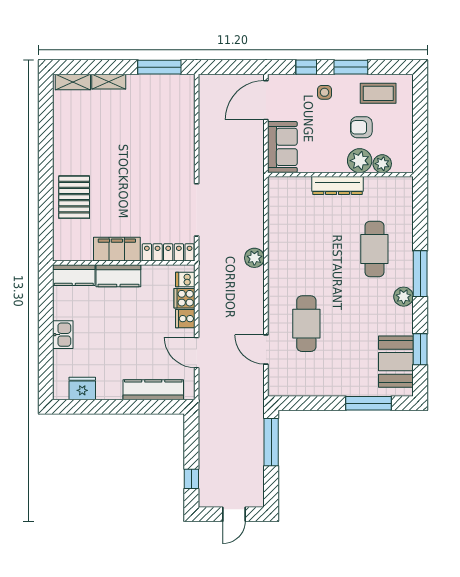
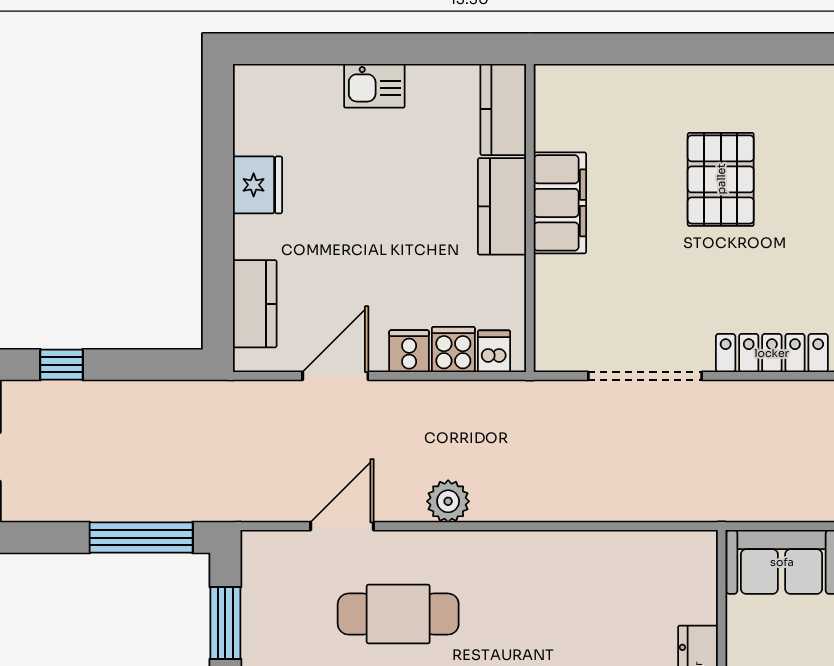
pallet: (74, 197) -> (721, 179), moved, turned 90
locker: (168, 252) -> (772, 353), moved, turned -90
plant: (254, 258) -> (448, 501), moved
fridge: (82, 389) -> (257, 185), moved
kitchen counter: (153, 390) -> (255, 304), width x0.67
window: (311, 403) -> (225, 623), added

